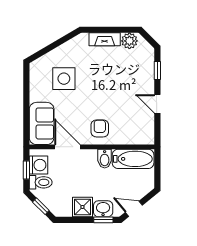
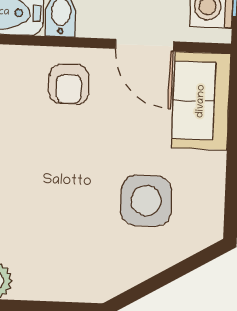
fireplace: (105, 39) -> (50, 286), removed

